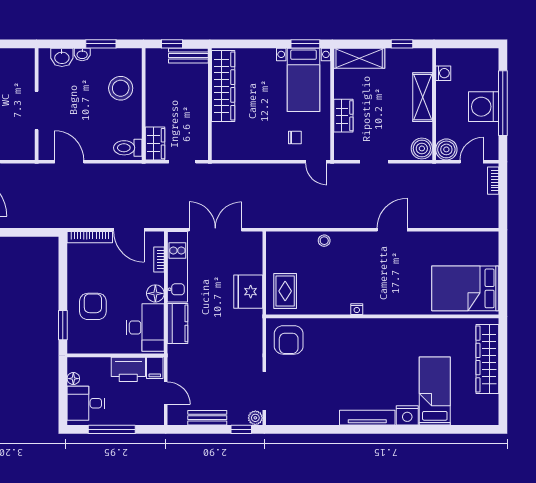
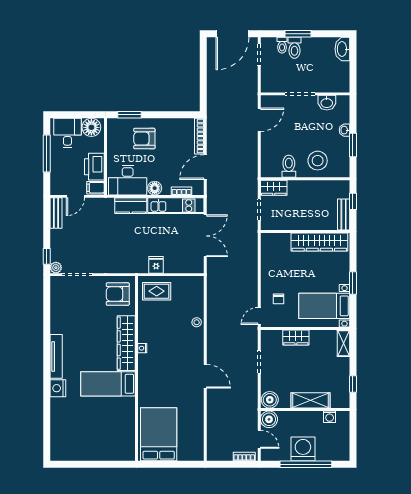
window: (305, 44) -> (353, 283), moved
washbasin: (62, 57) -> (327, 103), moved, turned -90
shelving: (359, 58) -> (344, 343), width x0.67, depth x0.75
toilet: (128, 148) -> (289, 166), moved
fridge: (248, 292) -> (156, 265), width x0.53, depth x0.75
armchair: (93, 306) -> (144, 139), turned 180
wardrobe: (487, 359) -> (126, 343), moved, turned -90
floor lamp: (73, 379) -> (91, 127), width x1.89, depth x1.89
bed: (435, 391) -> (108, 384), moved, turned 180
bench: (207, 418) -> (56, 213), moved

